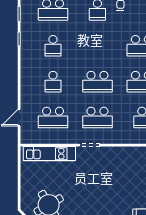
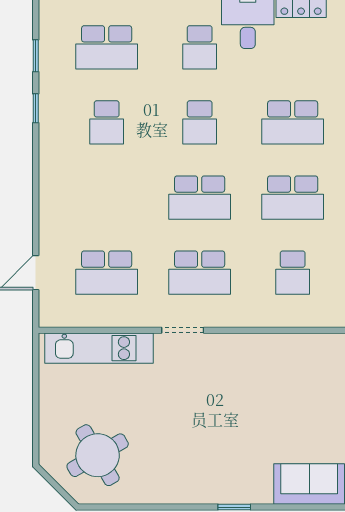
school desk: (53, 82) -> (200, 122), moved

